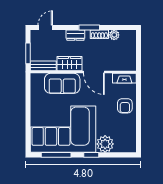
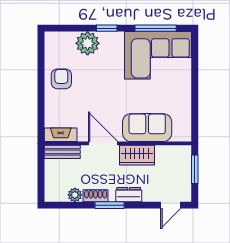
bench: (43, 66) -> (62, 152), moved
armchair: (125, 106) -> (61, 79), moved
corner sofa: (63, 129) -> (158, 55), width x0.73, depth x0.74

